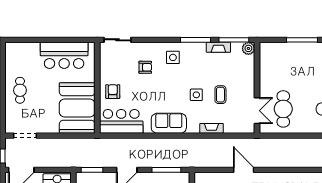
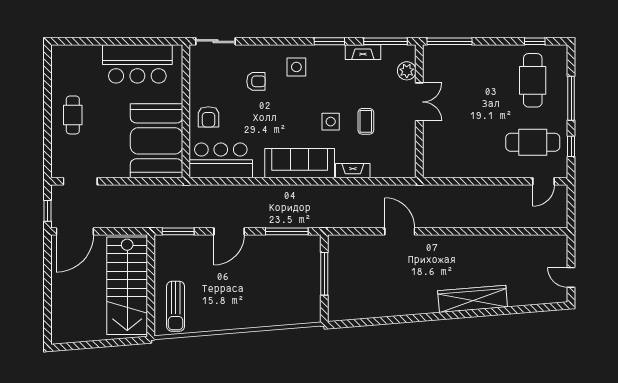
window: (196, 40) -> (329, 41), width x0.69
window: (302, 40) -> (449, 41), moved
plant: (248, 48) -> (407, 71), moved
armchair: (113, 92) -> (208, 117), turned 180
cafe table: (283, 109) -> (458, 142), removed
double door: (257, 111) -> (419, 102), moved
sofa: (169, 123) -> (300, 163), width x1.36

